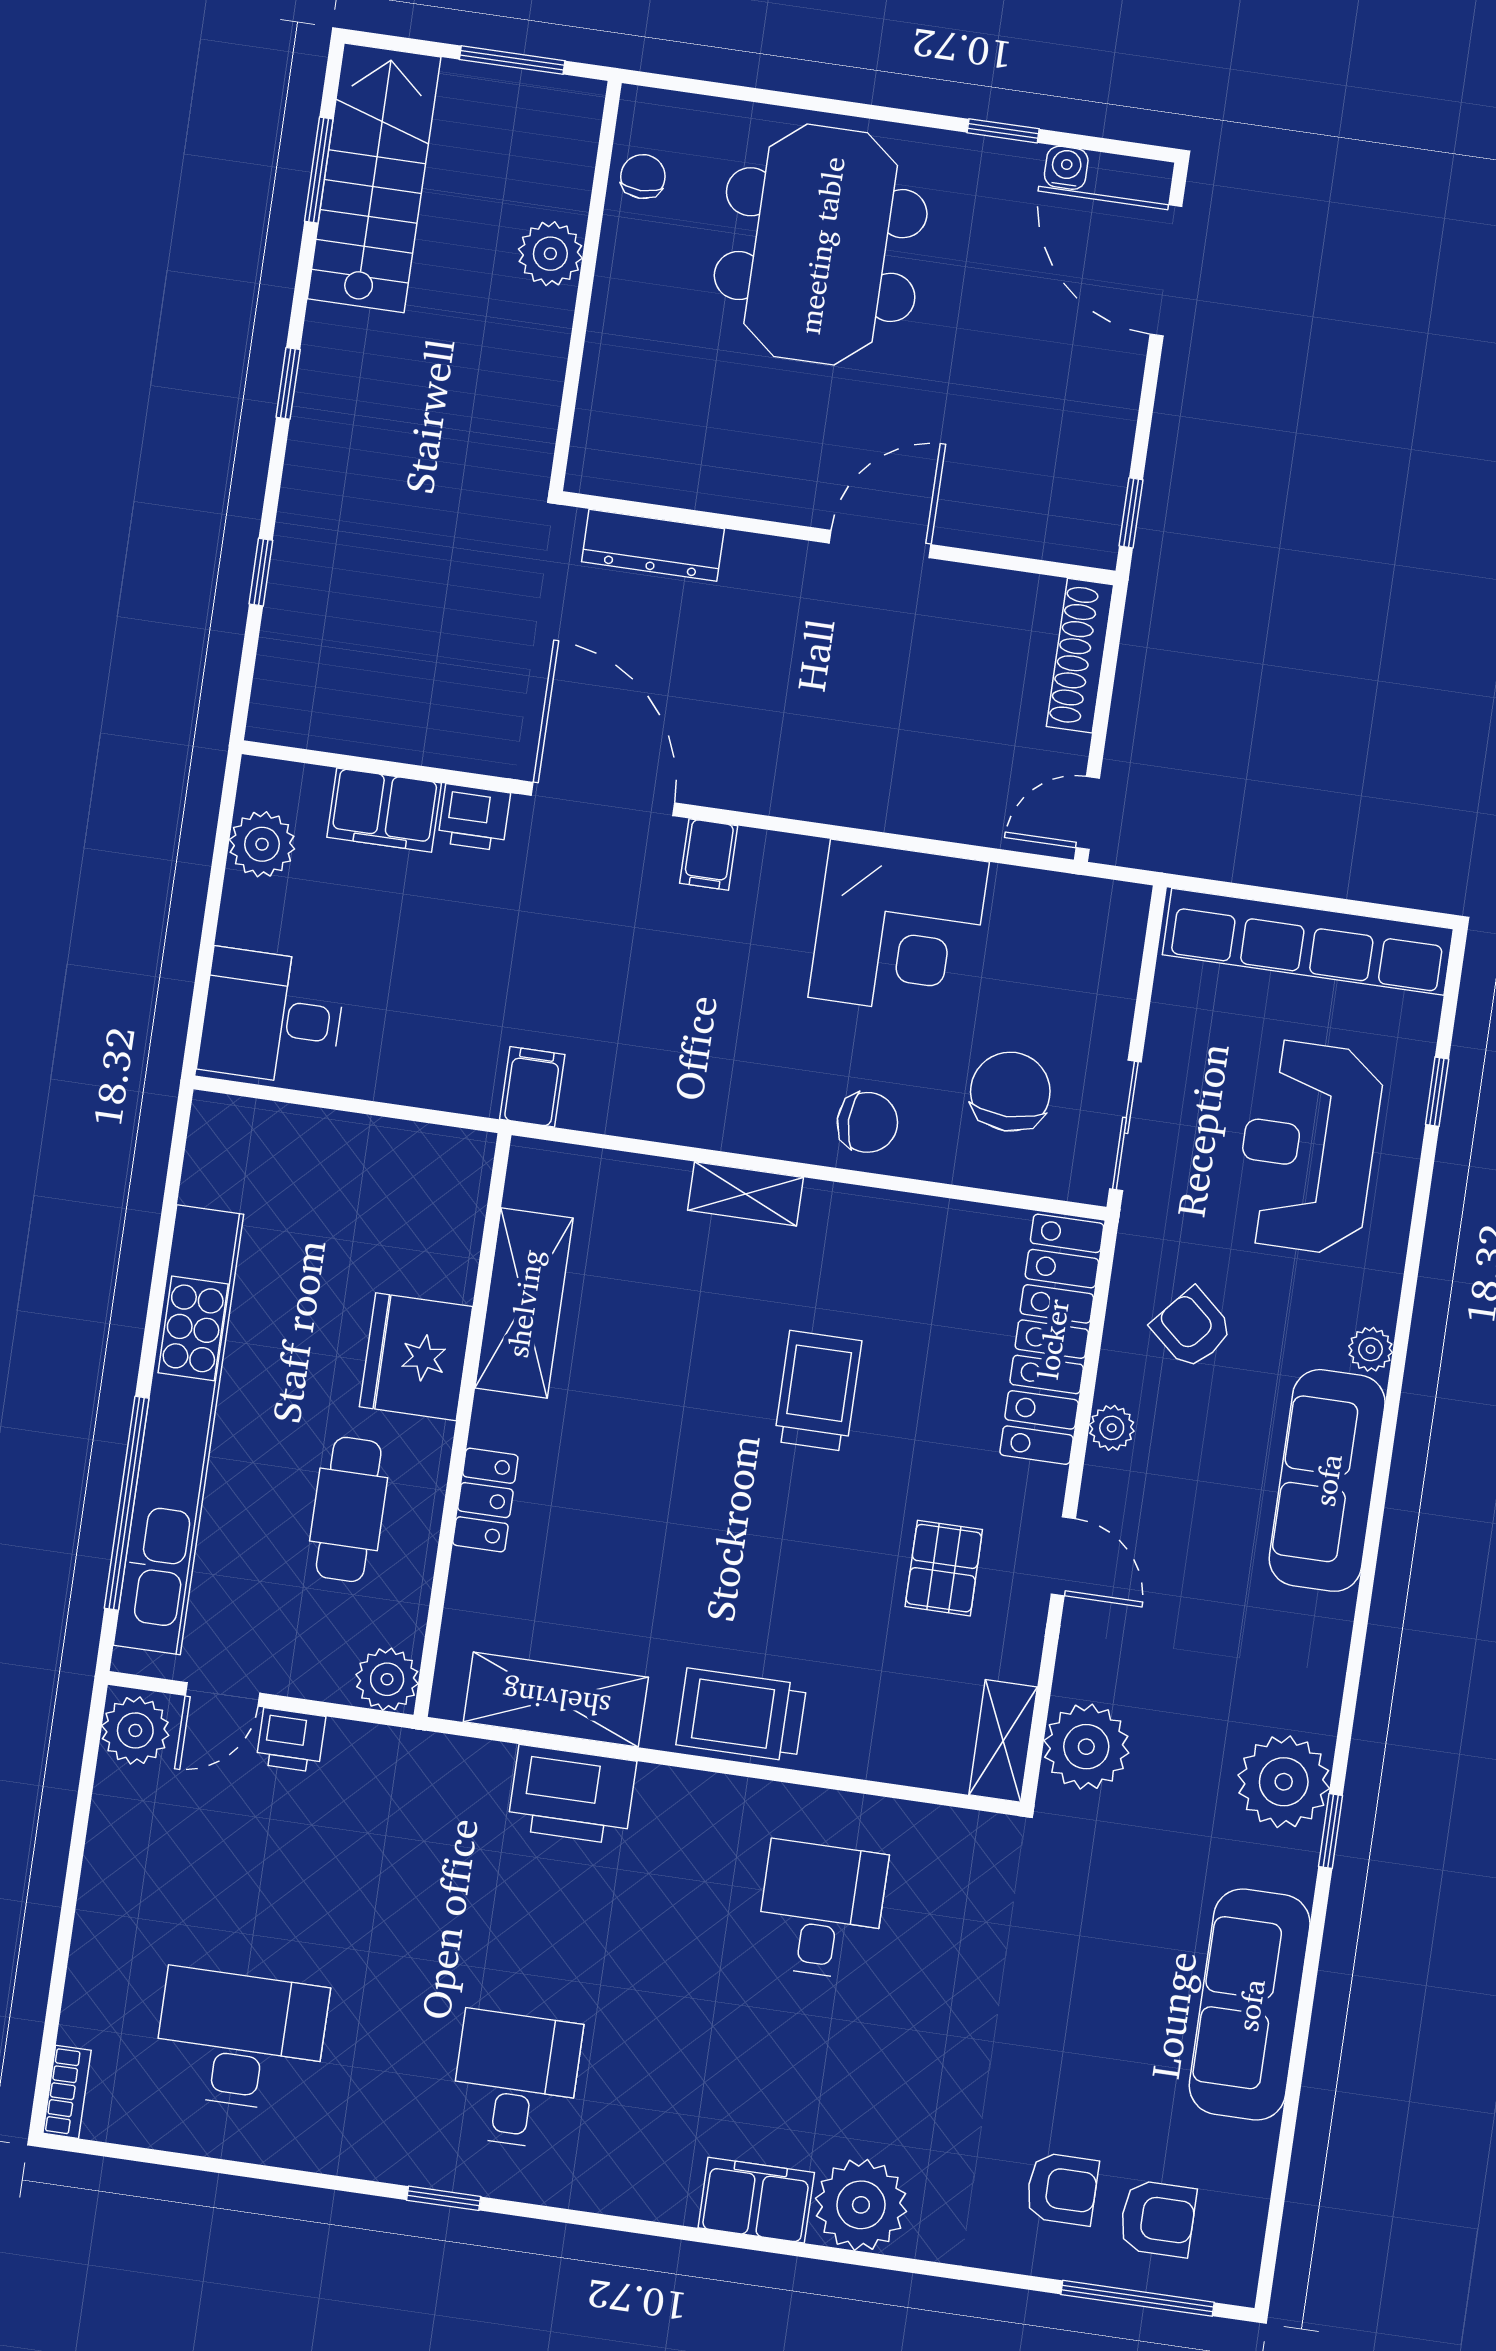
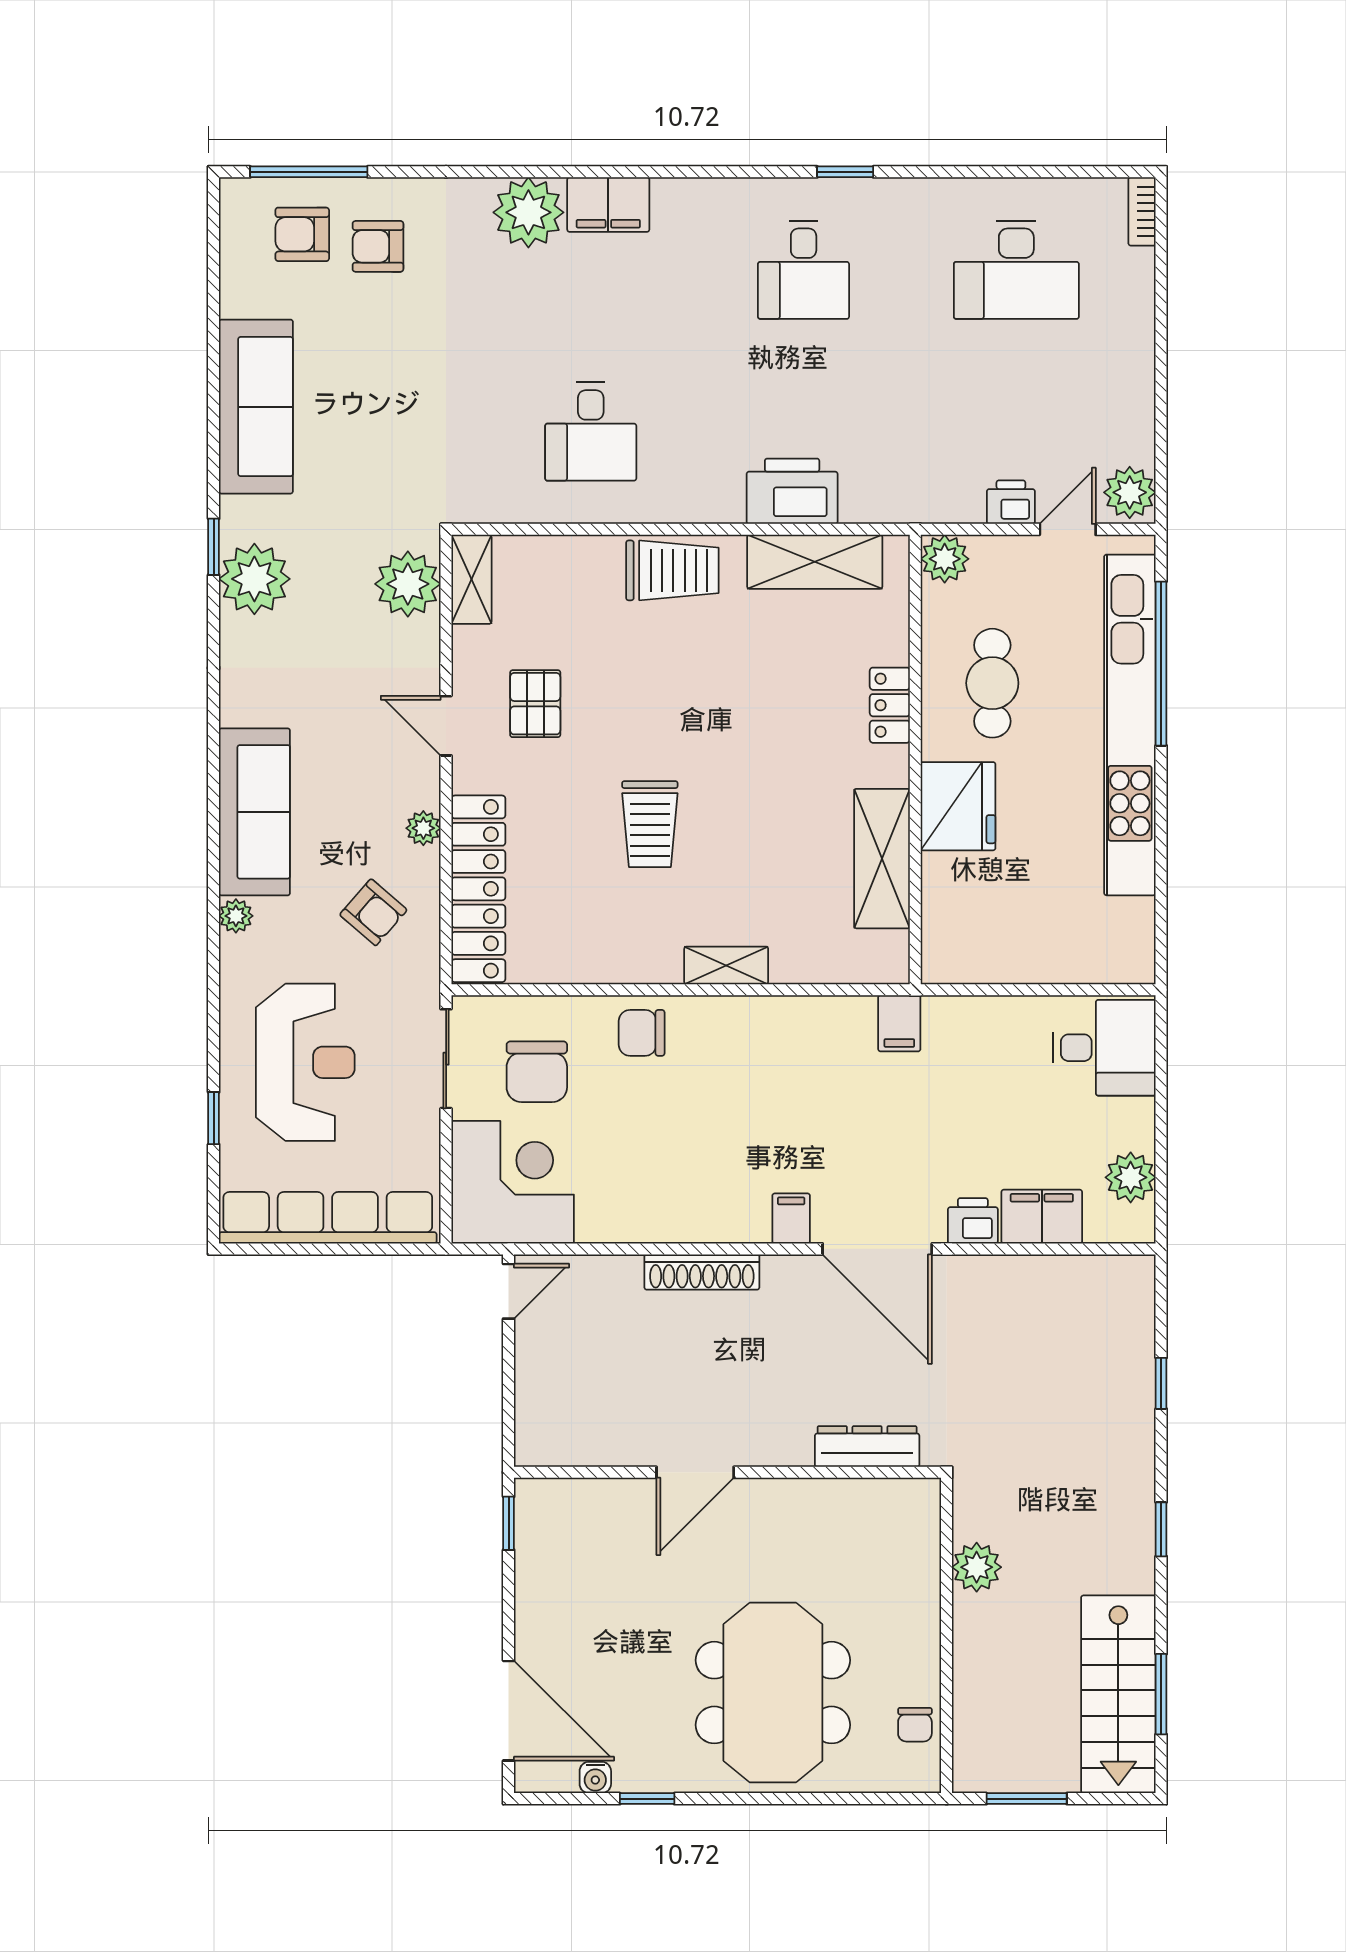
plant: (550, 254) -> (977, 1567), moved
shoe rack: (1080, 656) -> (702, 1272), moved, turned 90
corner desk: (899, 930) -> (513, 1182), moved, turned 90

